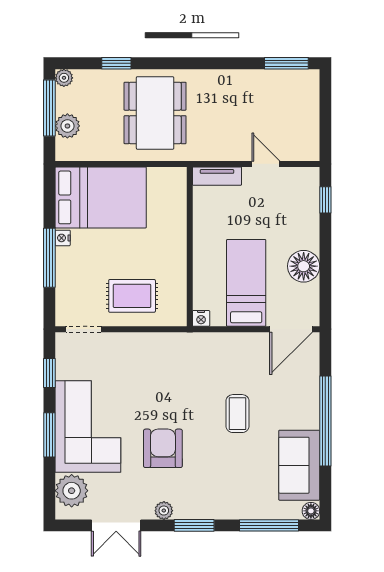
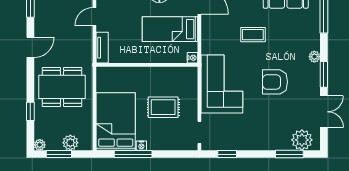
door: (217, 63) -> (30, 47), added
window: (49, 108) -> (59, 154), width x0.69
window: (49, 258) -> (133, 154), moved
rug: (132, 296) -> (163, 107), moved, turned 90
corner sofa: (88, 427) -> (222, 84), moved, turned 90
window: (49, 435) -> (289, 154), moved
plant: (164, 511) -> (314, 57), moved
window: (194, 525) -> (324, 74), moved

